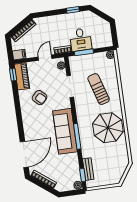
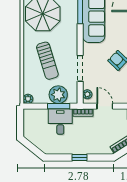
window: (73, 10) -> (79, 158), moved
door: (45, 58) -> (105, 106), swing flipped
plant: (85, 62) -> (58, 95), added

